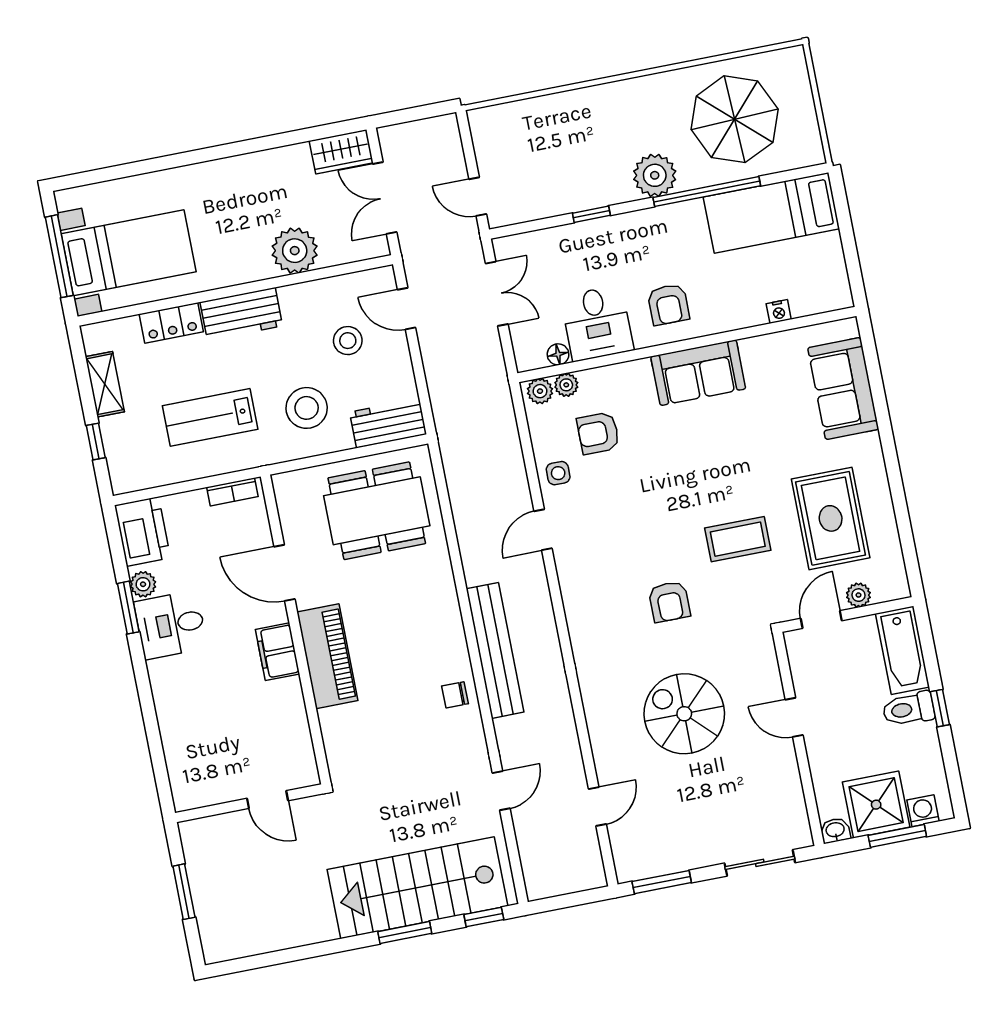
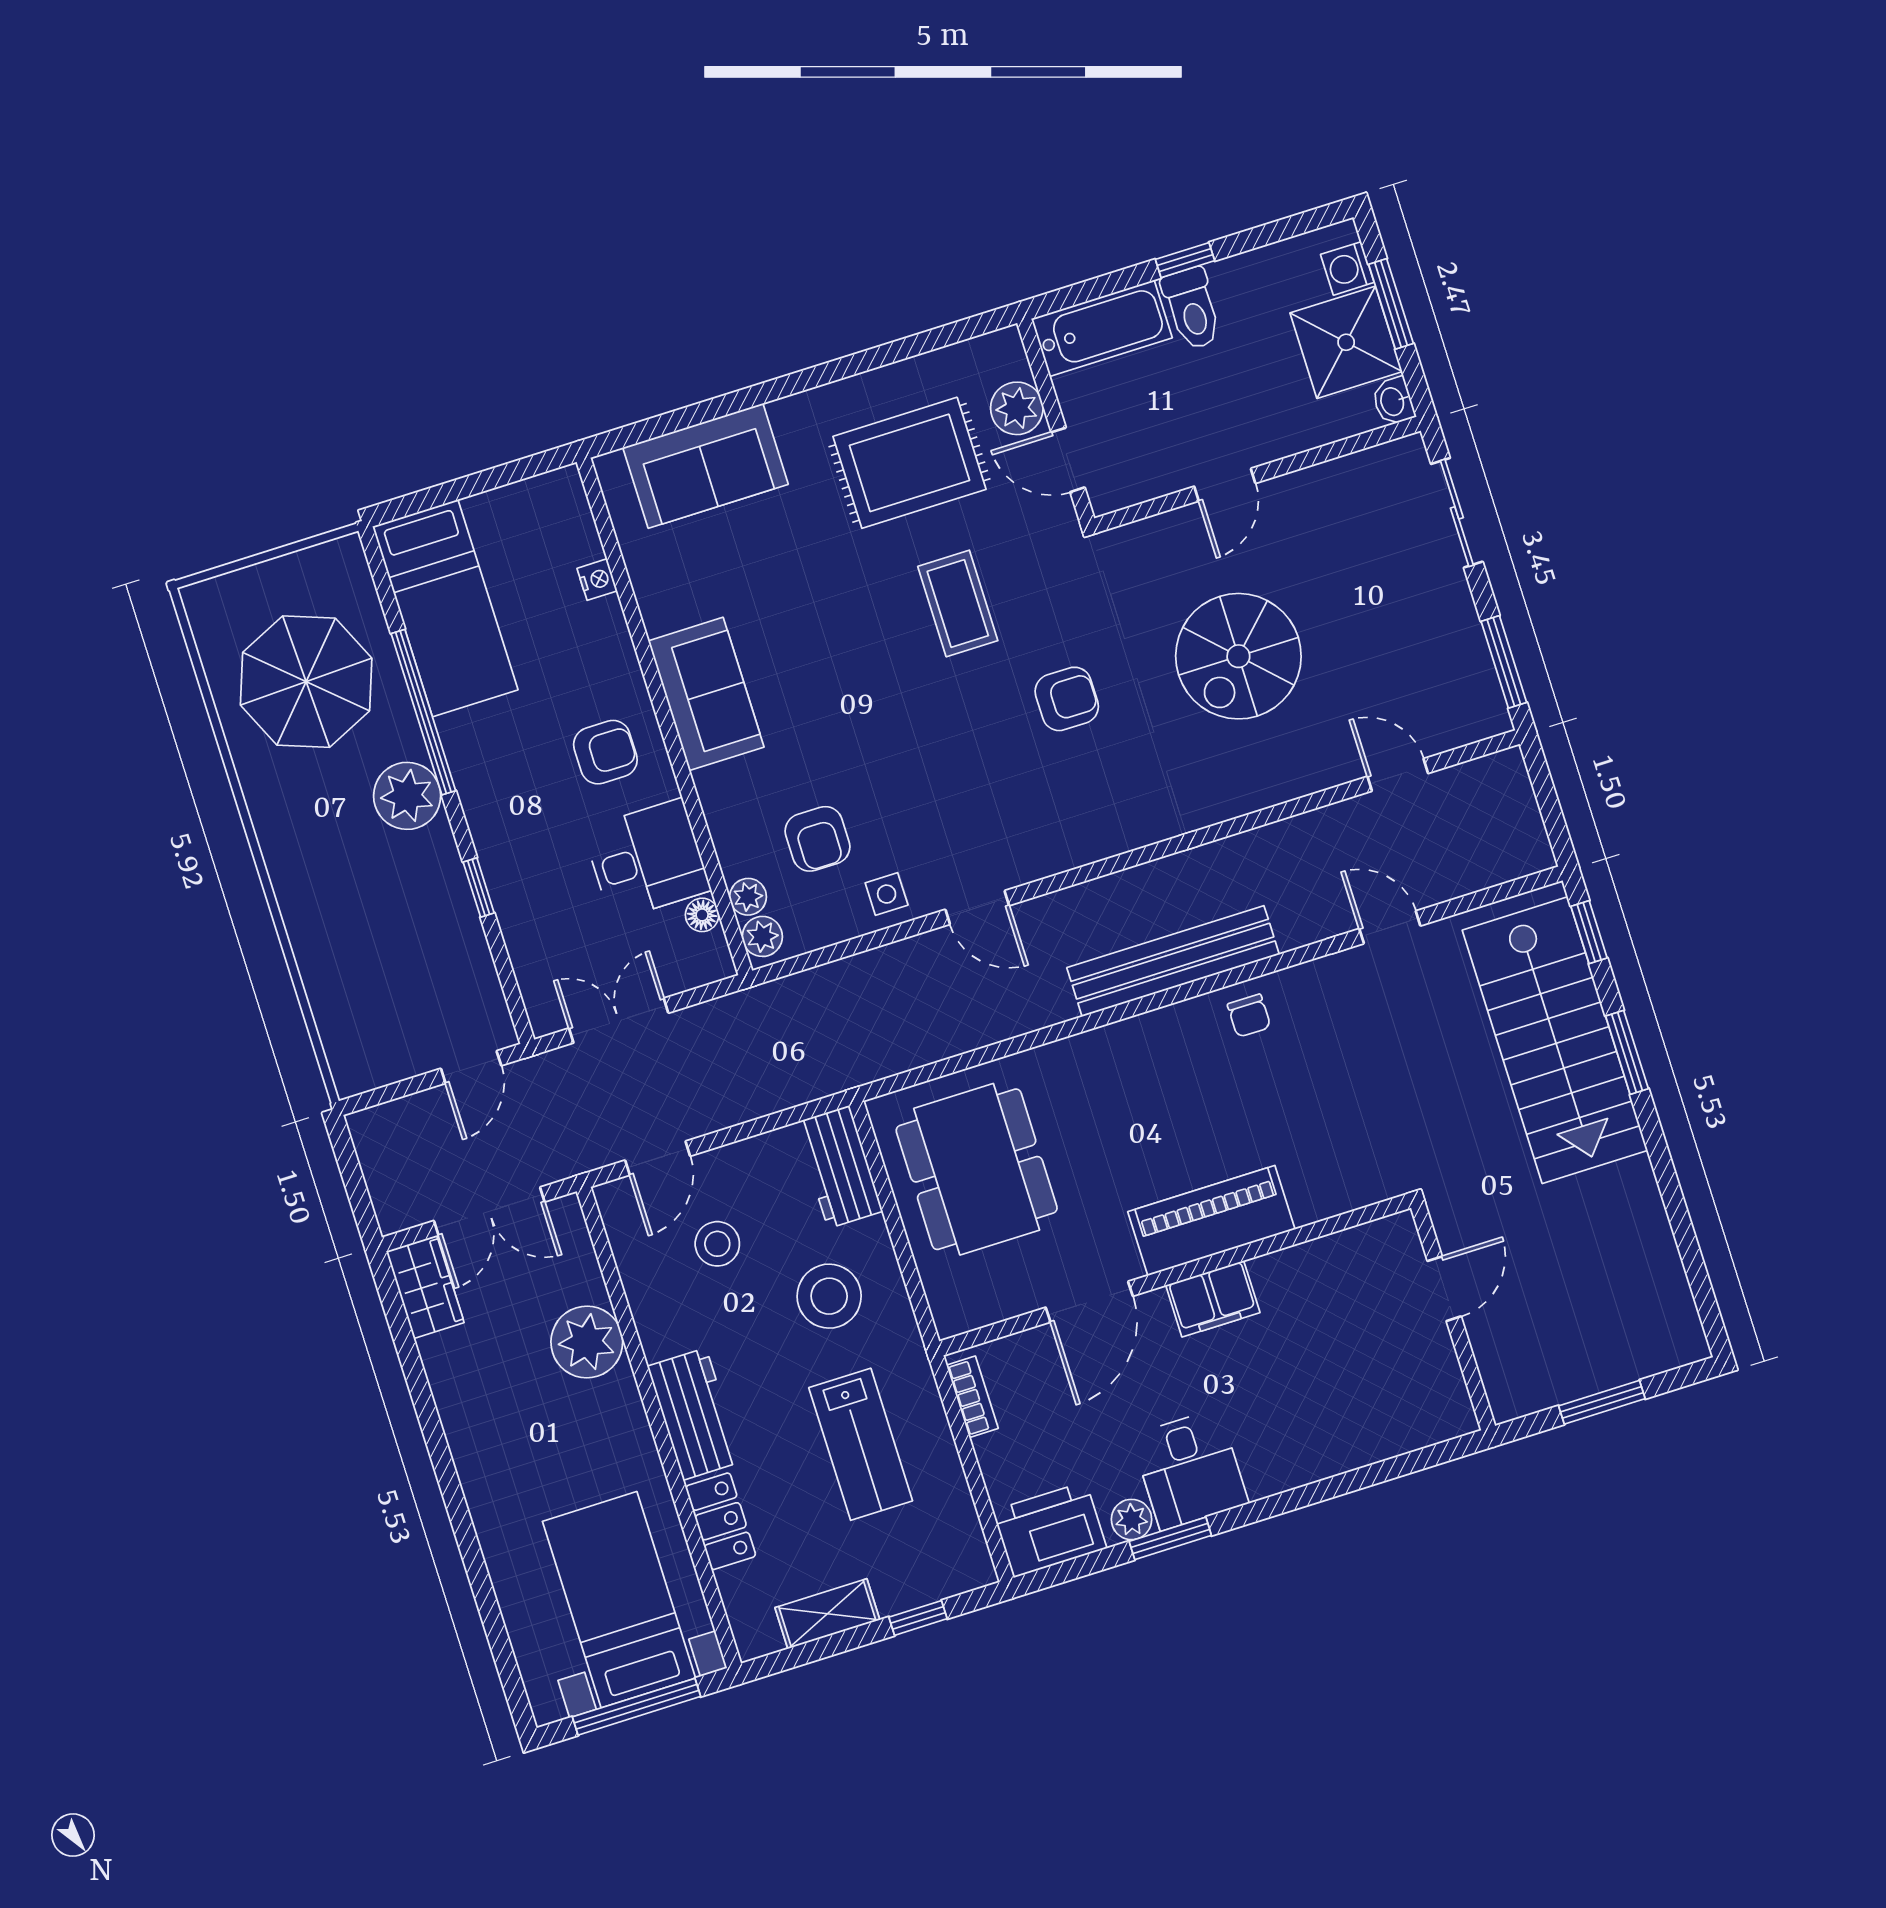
plant: (858, 595) -> (1017, 408), width x1.38, depth x1.38

